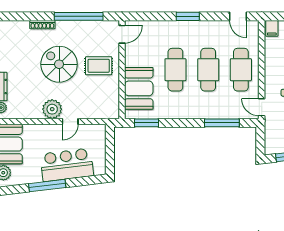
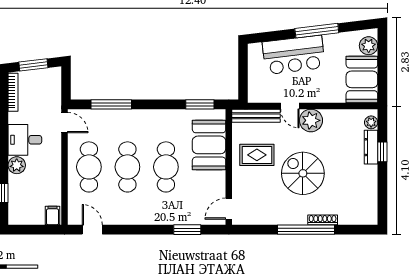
window: (79, 16) -> (306, 230), moved
window: (188, 16) -> (187, 230), moved
spiral stairs: (59, 64) -> (303, 173), turned 180
rug: (99, 66) -> (257, 155), moved
bench: (99, 113) -> (256, 116), added
door: (70, 122) -> (290, 106), swing flipped

